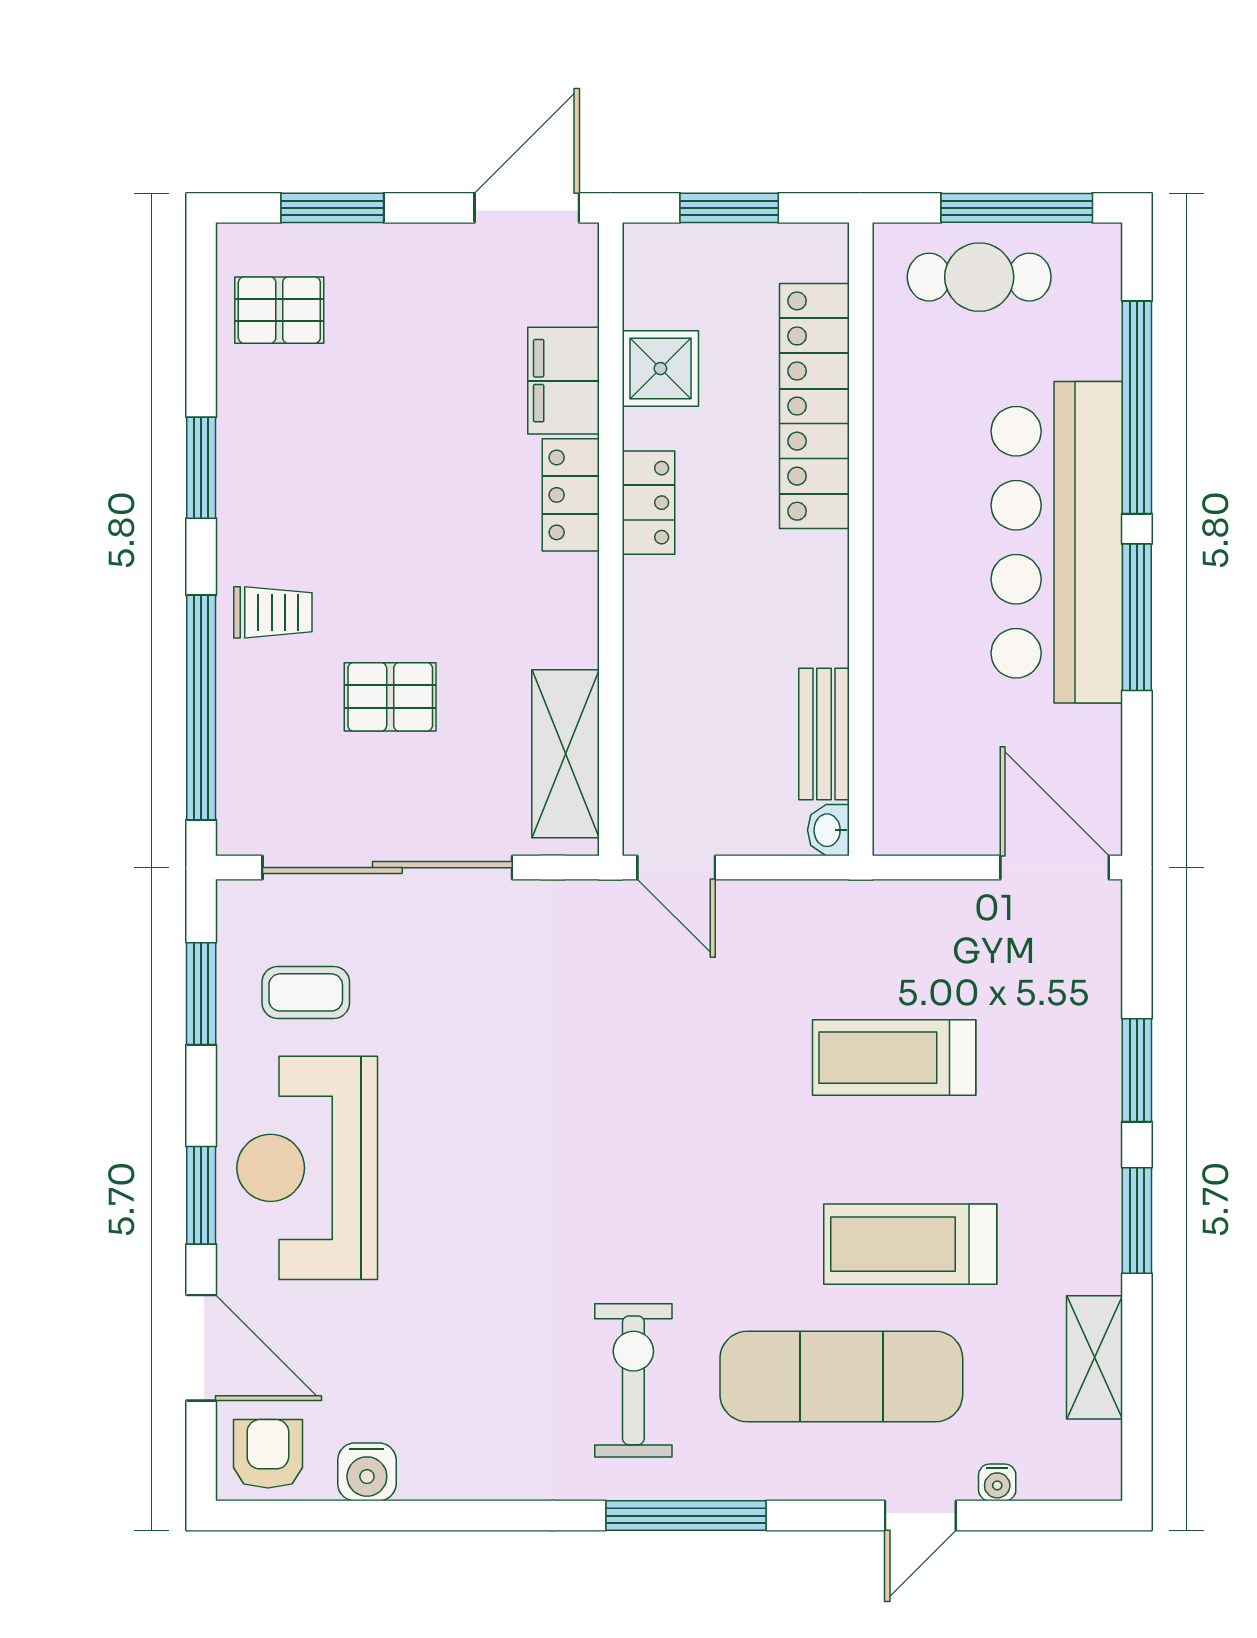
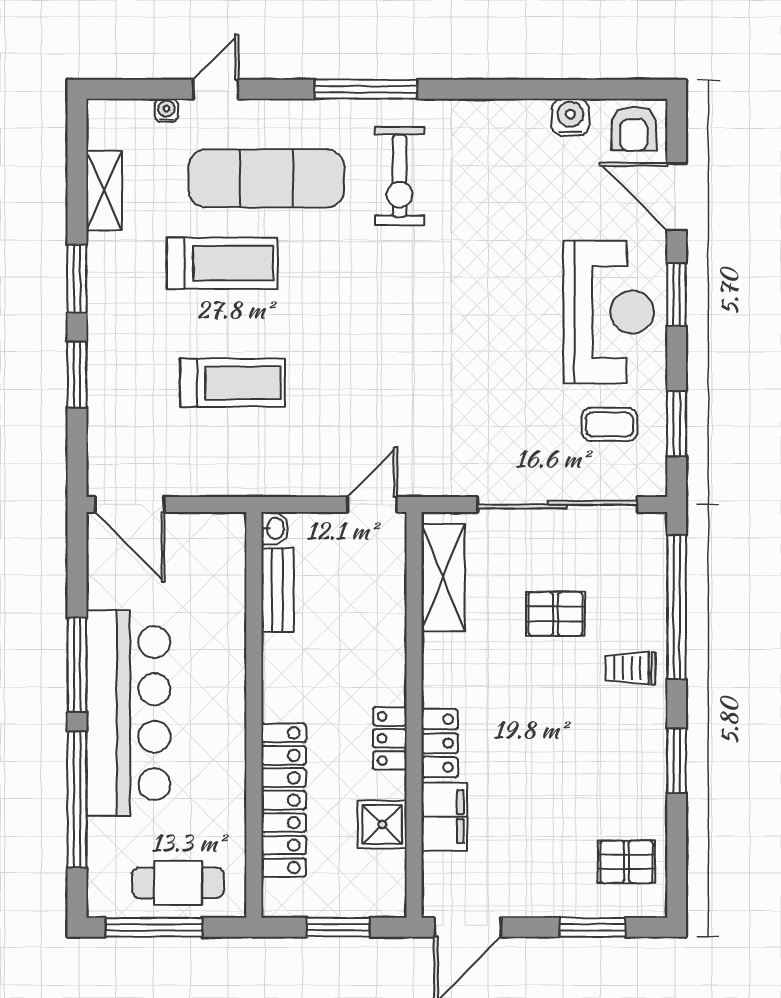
door: (676, 868) -> (372, 505), hinge flipped

